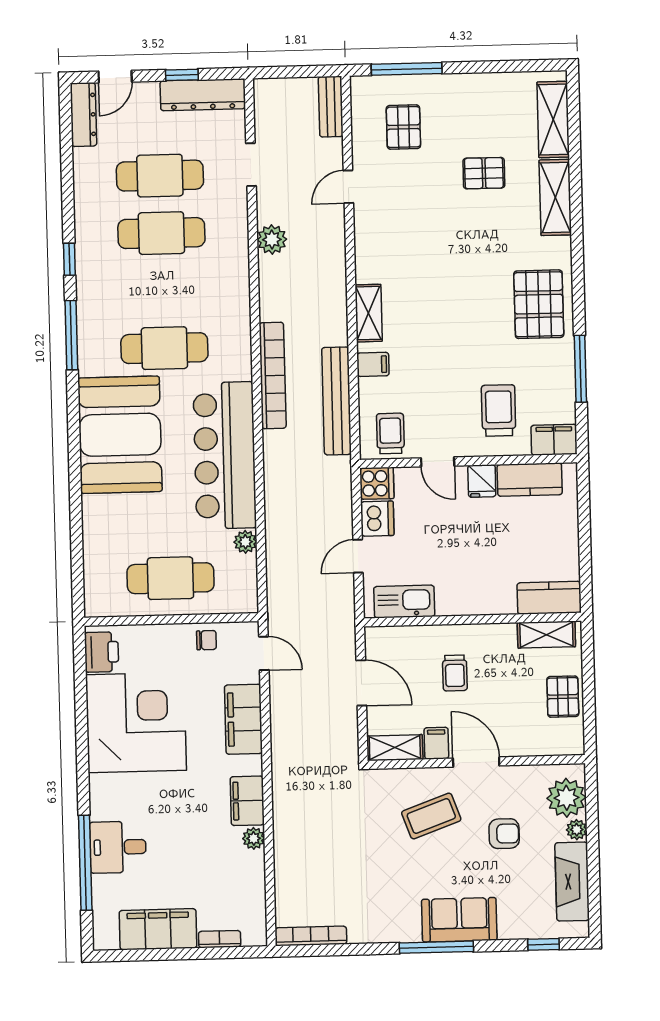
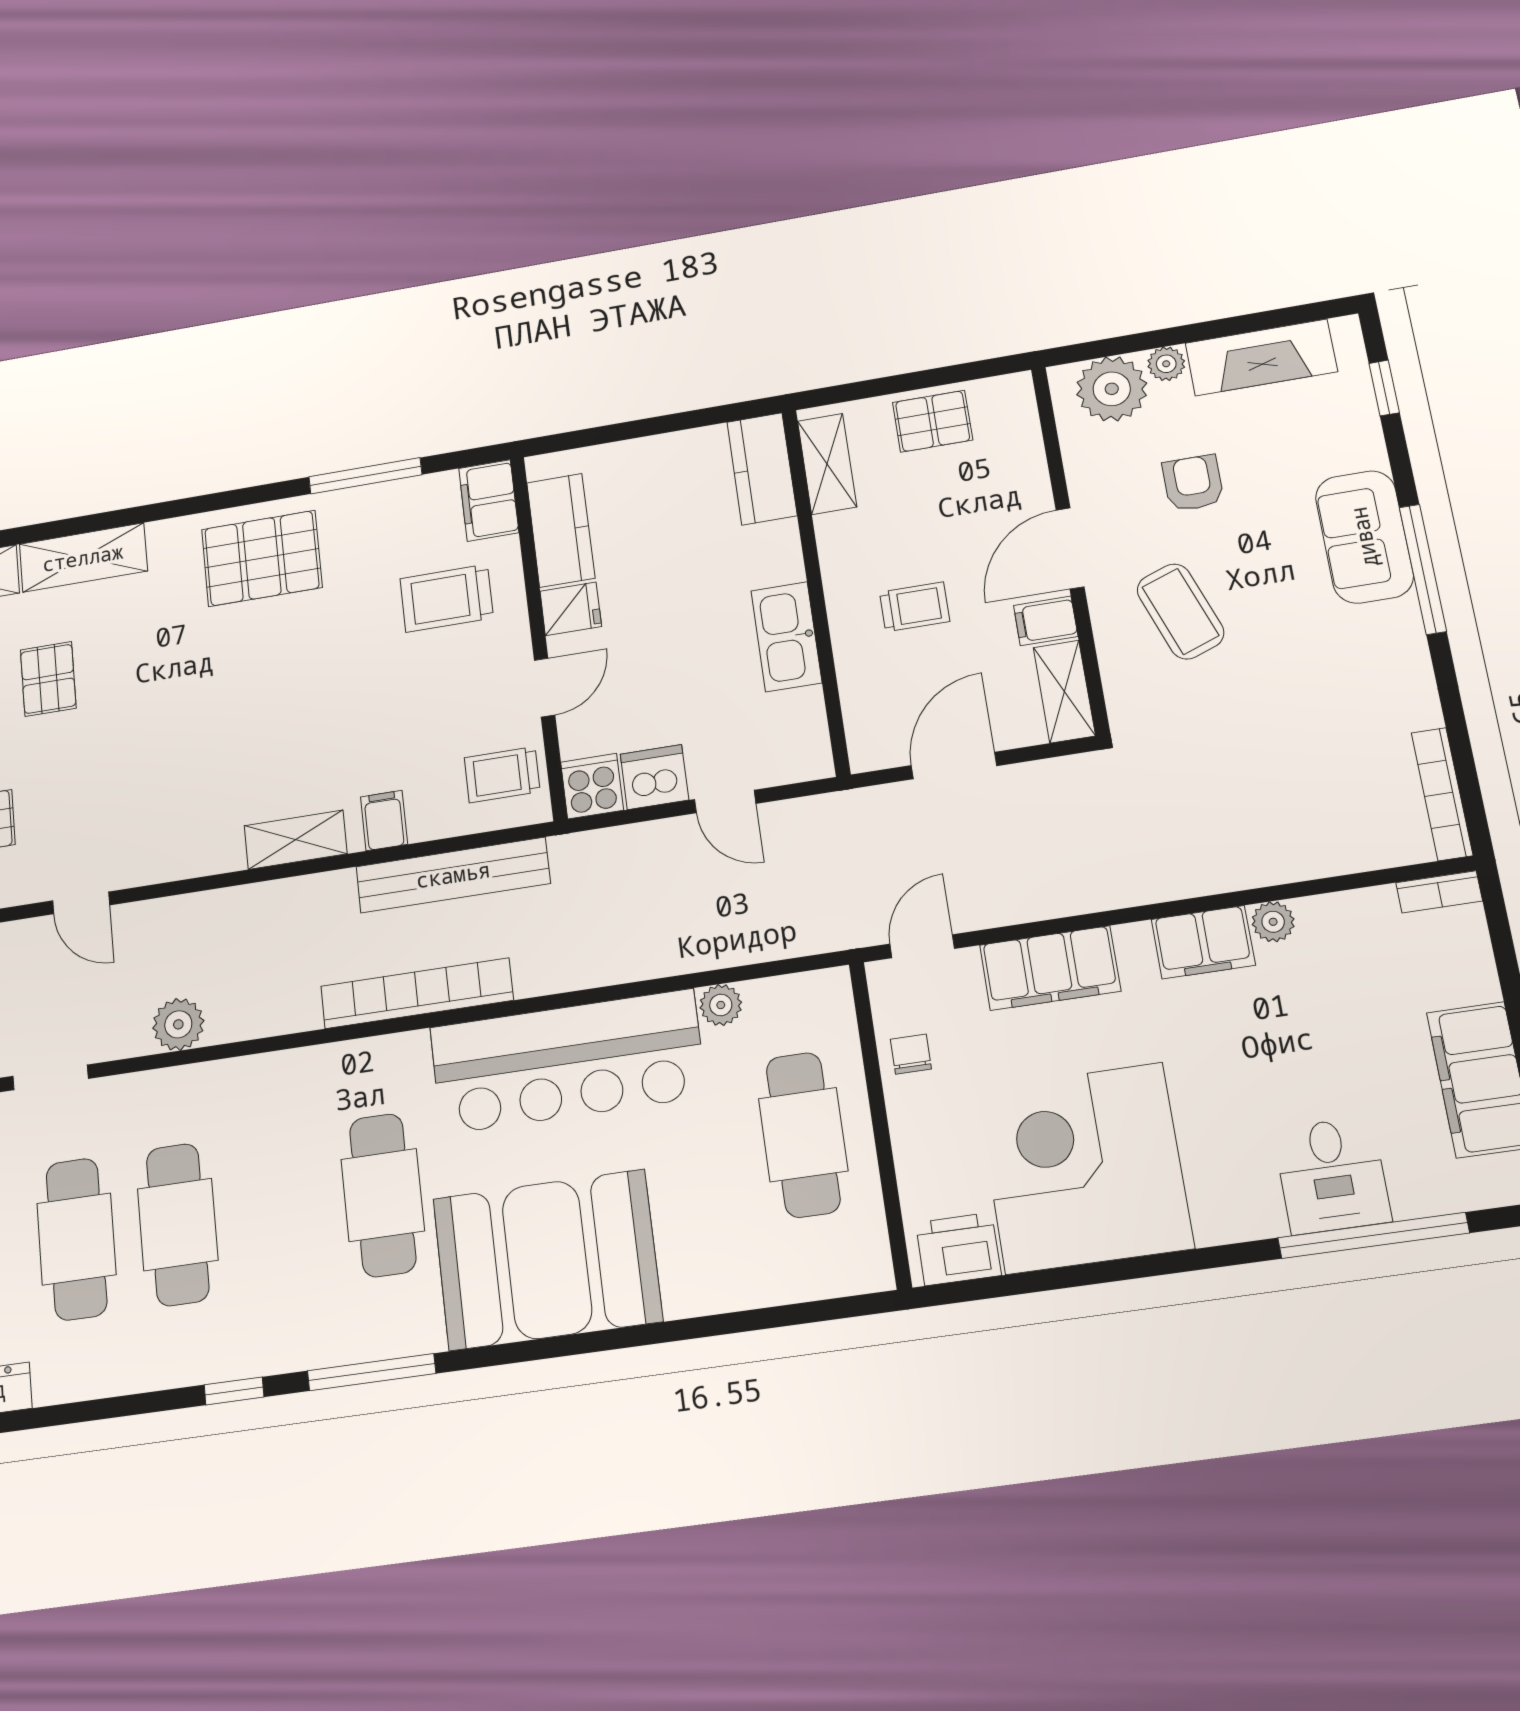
kitchen sink: (404, 602) -> (786, 637), moved
bookcase: (220, 939) -> (1439, 892), moved, turned -90

